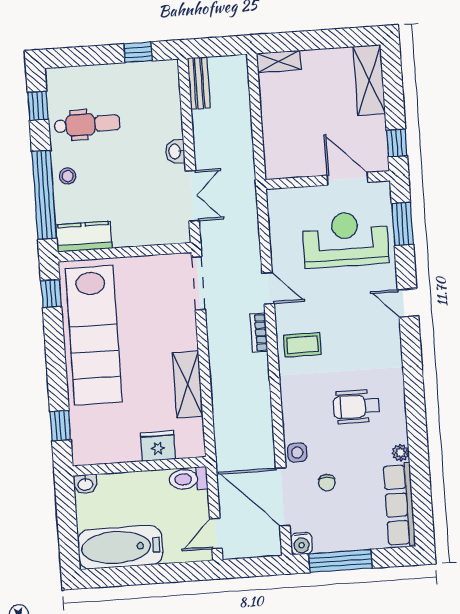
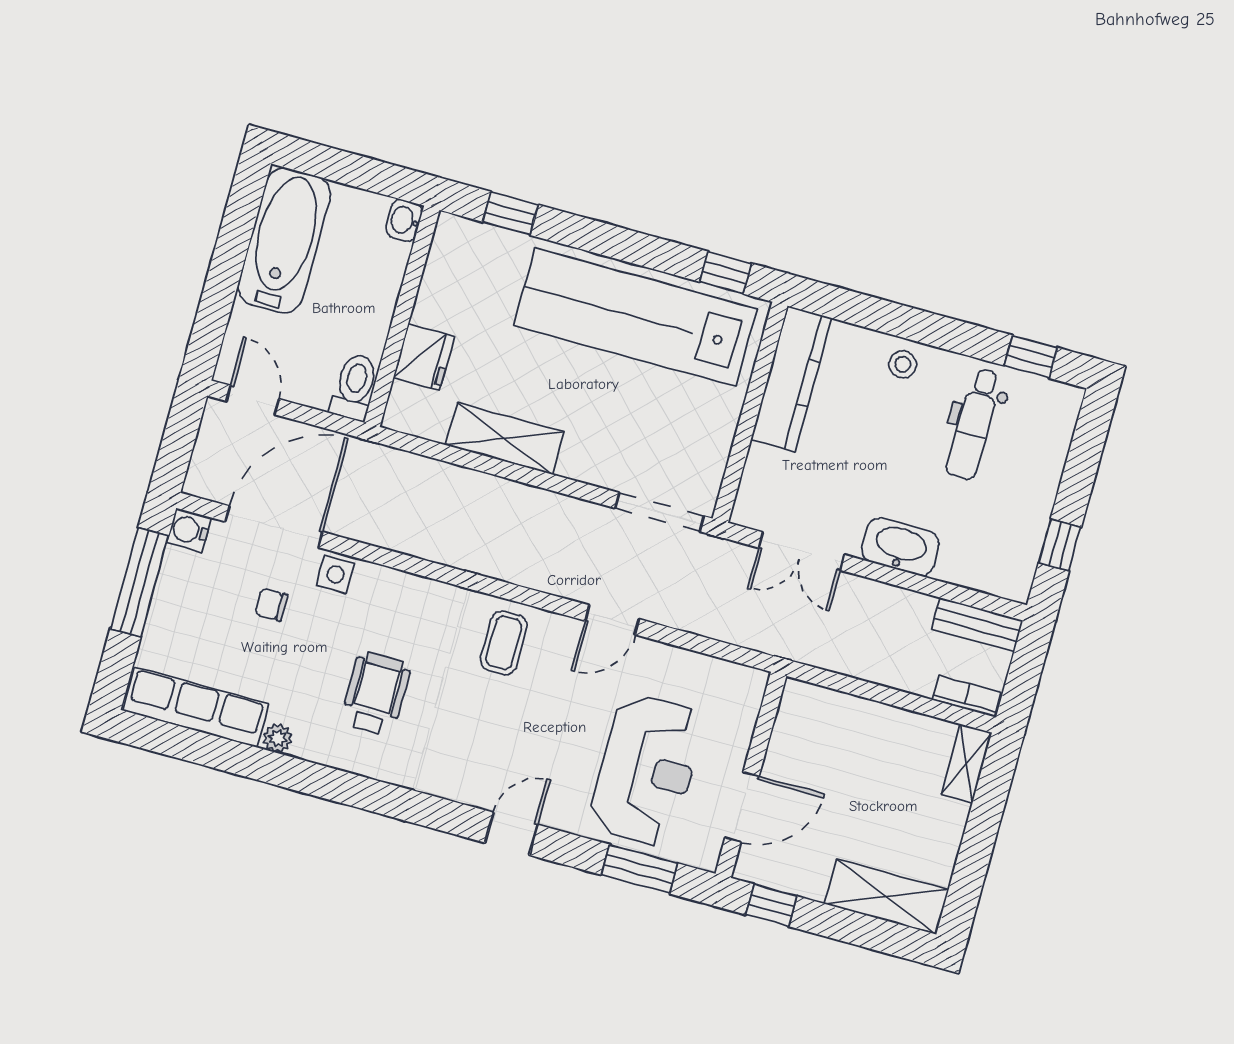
washbasin: (175, 152) -> (900, 547), width x1.91, depth x1.45
window: (44, 195) -> (886, 317), removed
kitchen counter: (84, 237) -> (791, 379), width x1.50
bookcase: (259, 333) -> (967, 696), moved

